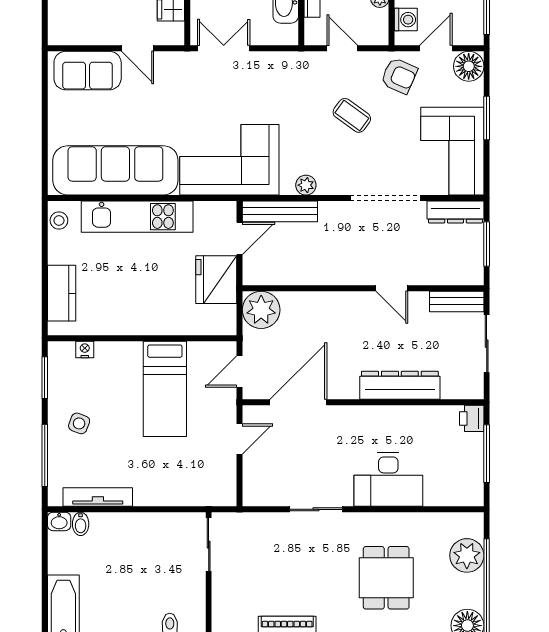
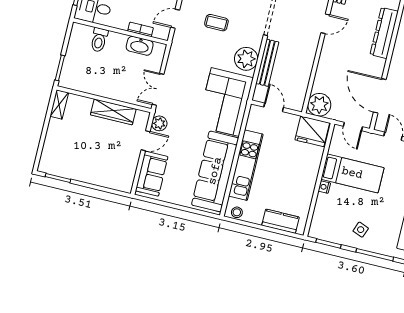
plant: (170, 63) -> (159, 123), added
coffee table: (352, 115) -> (216, 23), turned 54
plant: (306, 185) -> (246, 59), width x1.88, depth x1.88
bench: (280, 211) -> (267, 63), moved
fridge: (216, 280) -> (312, 131), moved
nightstand: (85, 349) -> (324, 187), moved

